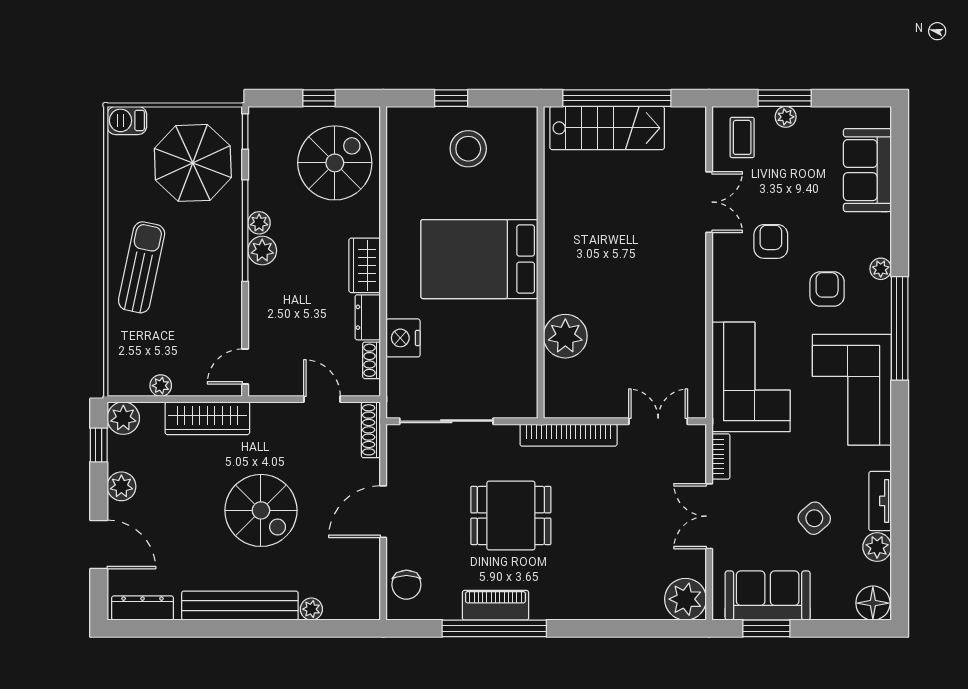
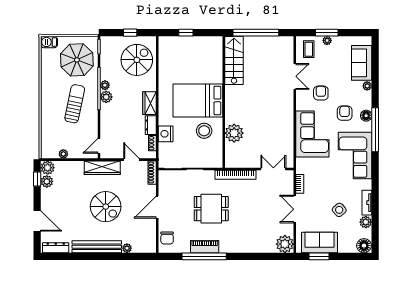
stairs: (607, 128) -> (234, 60), moved, turned -90
stool: (468, 149) -> (204, 131), moved
sun lounger: (142, 267) -> (75, 104), moved
plant: (881, 269) -> (367, 86), moved
floor lamp: (878, 295) -> (366, 116), added
corner sofa: (751, 377) -> (312, 134), moved
wardrobe: (207, 418) -> (102, 168), moved
plant: (121, 486) -> (47, 181), moved

